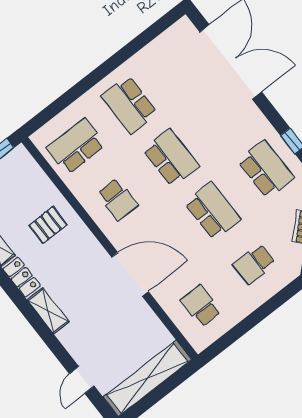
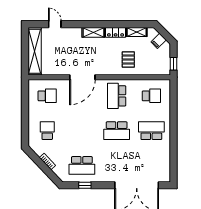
school desk: (76, 146) -> (151, 96), width x0.54
school desk: (118, 199) -> (117, 96), width x1.85
school desk: (213, 211) -> (82, 131), removed

